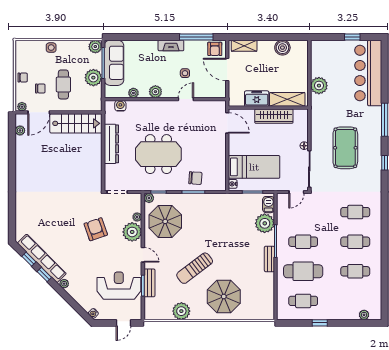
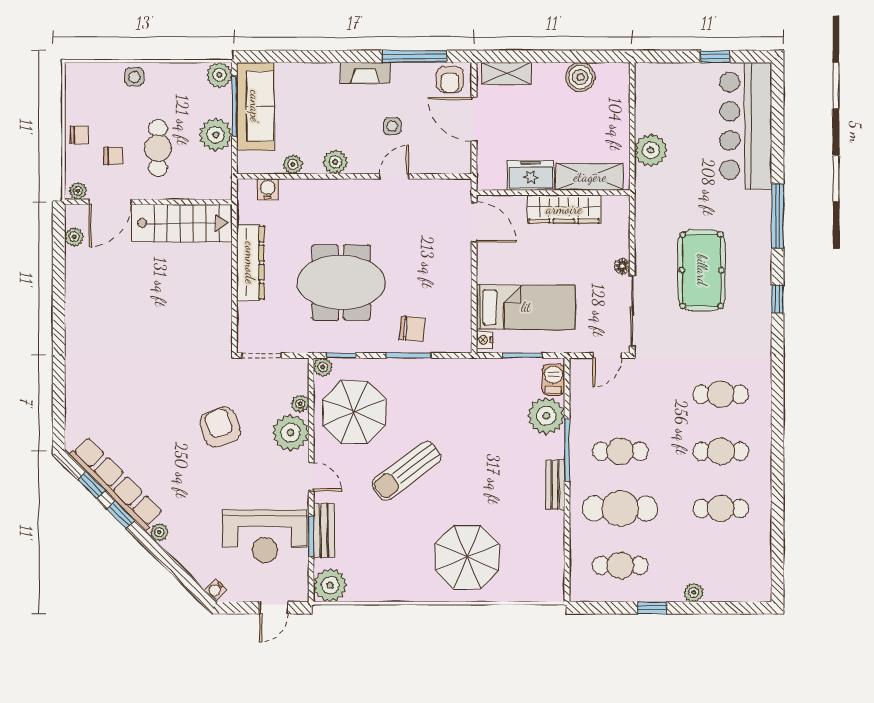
sun lounger: (195, 268) -> (406, 471), moved
reception desk: (119, 286) -> (265, 536), turned 180
plant: (181, 311) -> (330, 585), moved
plant: (364, 315) -> (694, 592), moved

